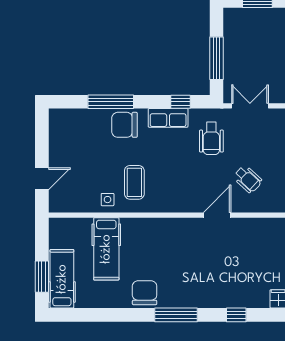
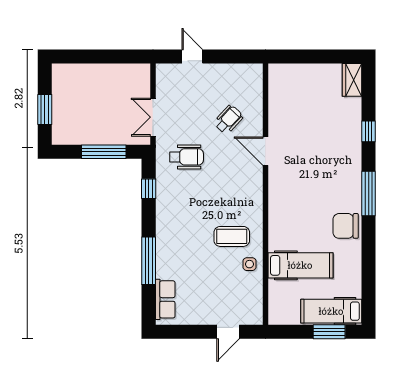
row of seats: (168, 118) -> (165, 299), moved
chair: (125, 125) -> (172, 247), removed
door: (42, 179) -> (228, 332), swing flipped

